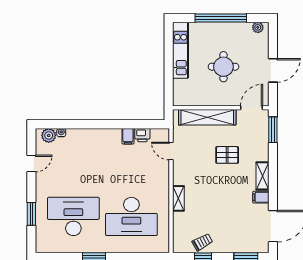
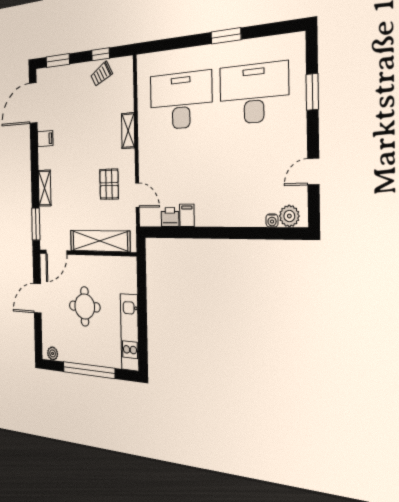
pallet: (227, 155) -> (109, 184), moved, turned 90
shelving: (263, 176) -> (45, 188), moved
desk: (73, 216) -> (254, 93), turned 180

